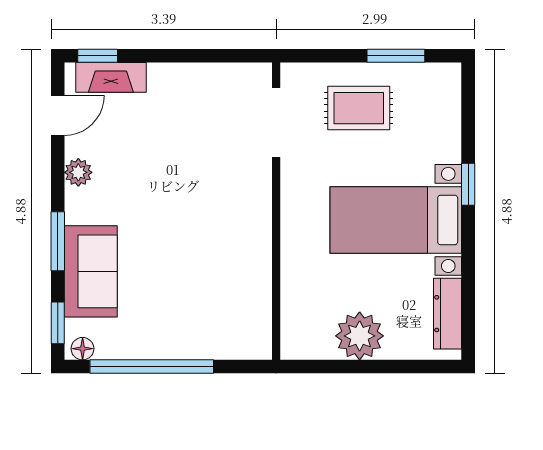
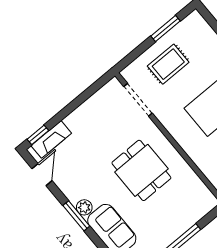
plant: (78, 172) -> (84, 207), moved
dining table: (200, 224) -> (141, 170), added
window: (58, 241) -> (76, 216), moved

